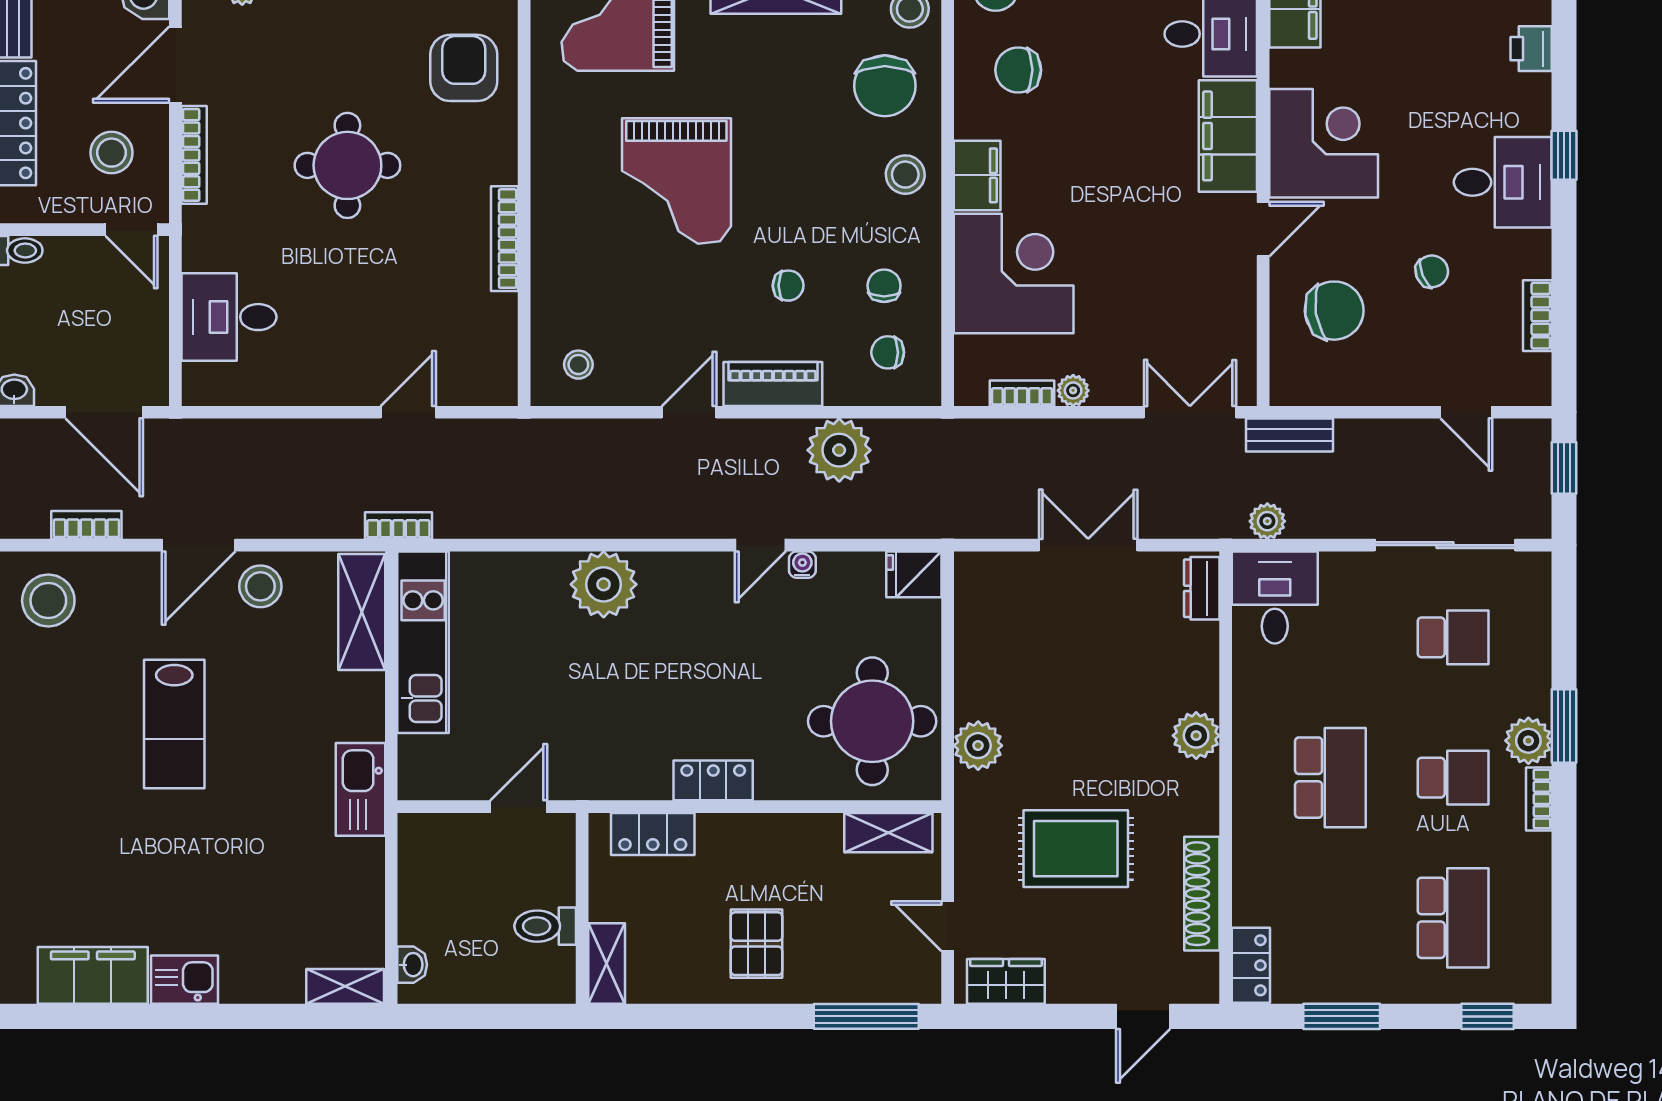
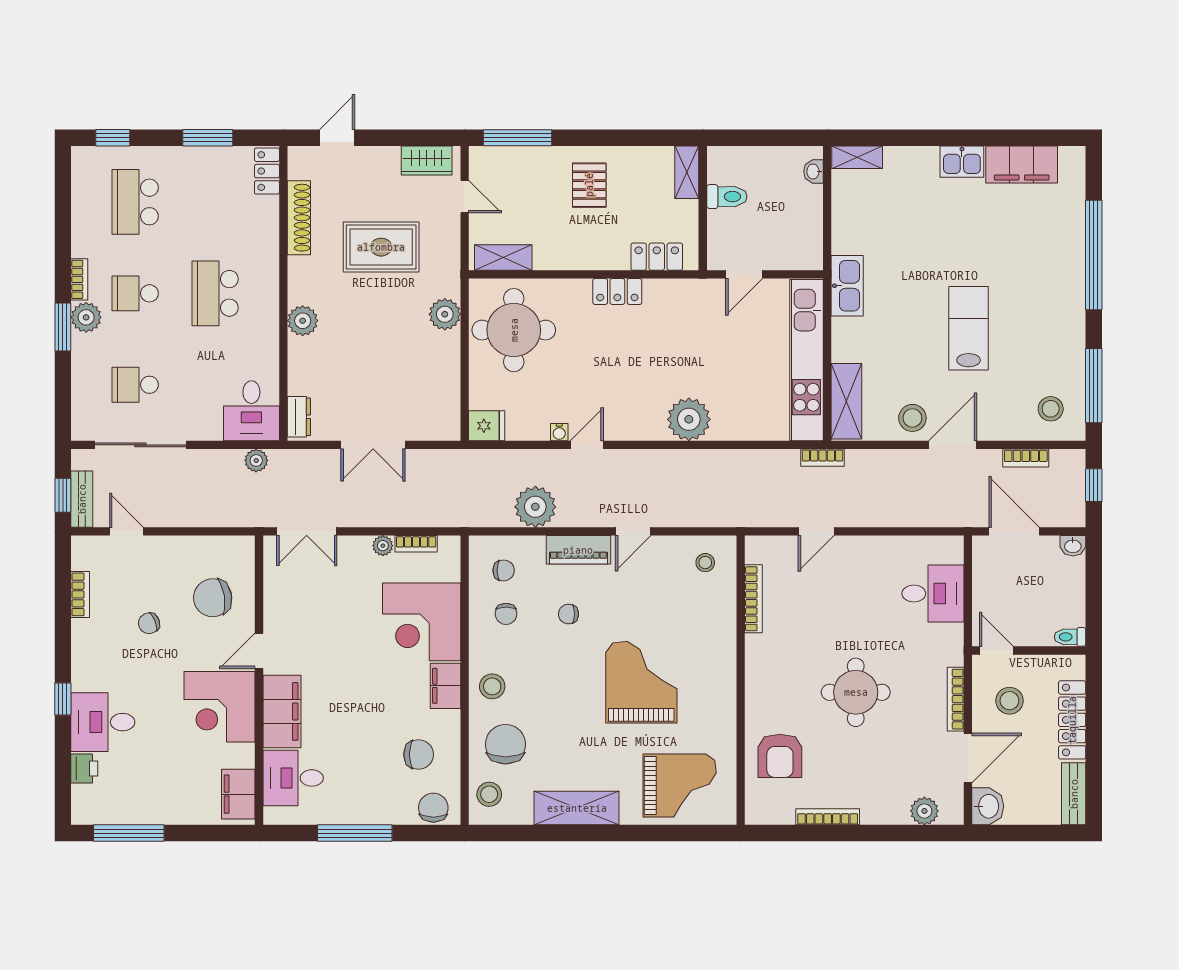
desk: (1503, 182) -> (103, 722), moved
bookcase: (504, 239) -> (753, 599), moved
bench: (1290, 435) -> (82, 499), moved, turned 90
stool: (48, 600) -> (1051, 409), width x0.73, depth x0.73
kitchen unit: (423, 642) -> (806, 360), width x1.36

